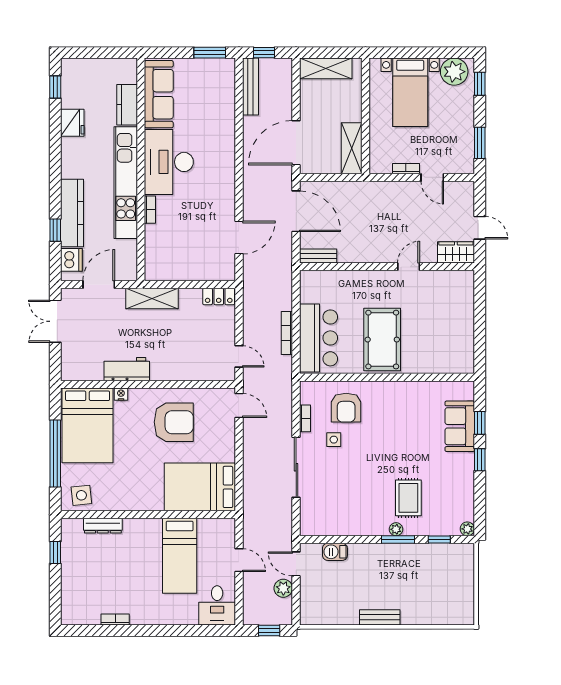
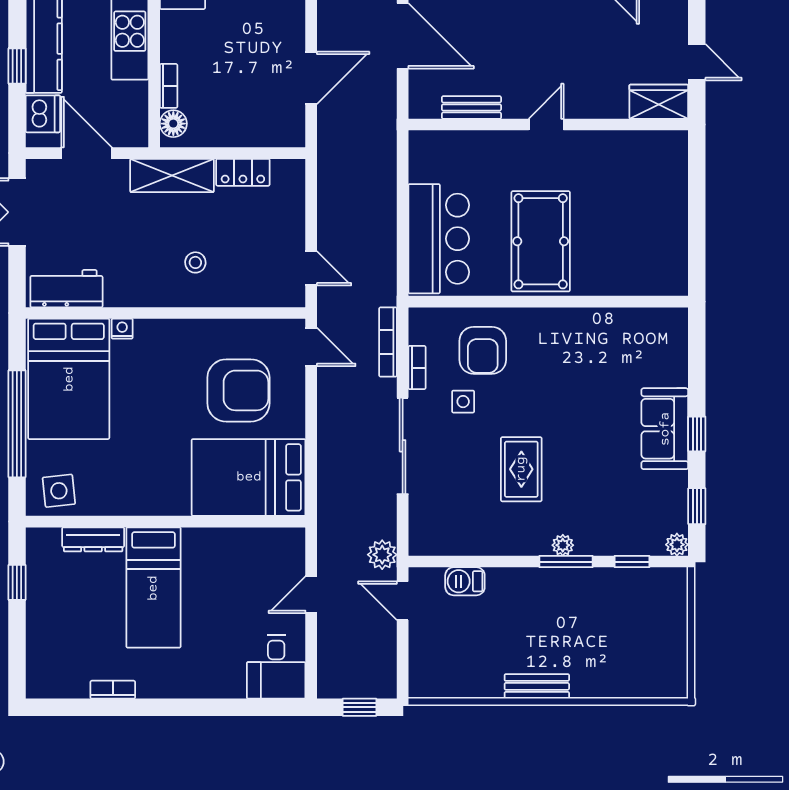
bookcase: (150, 210) -> (169, 86), moved
bench: (318, 256) -> (471, 107), moved
floor lamp: (153, 266) -> (173, 124), added
door: (409, 267) -> (546, 124), moved
door: (99, 284) -> (87, 153), hinge flipped
locker: (219, 296) -> (243, 172), moved
bookcase: (287, 333) -> (388, 342), moved
stool: (167, 353) -> (195, 262), added
workbench: (127, 369) -> (66, 289), moved
armchair: (174, 422) -> (238, 390), moved
window: (480, 423) -> (697, 506), moved
sofa: (460, 426) -> (665, 429), moved
rug: (408, 498) -> (521, 469), moved
bed: (180, 556) -> (153, 588), moved
door: (239, 560) -> (311, 595), swing flipped
plant: (283, 588) -> (382, 555), moved

